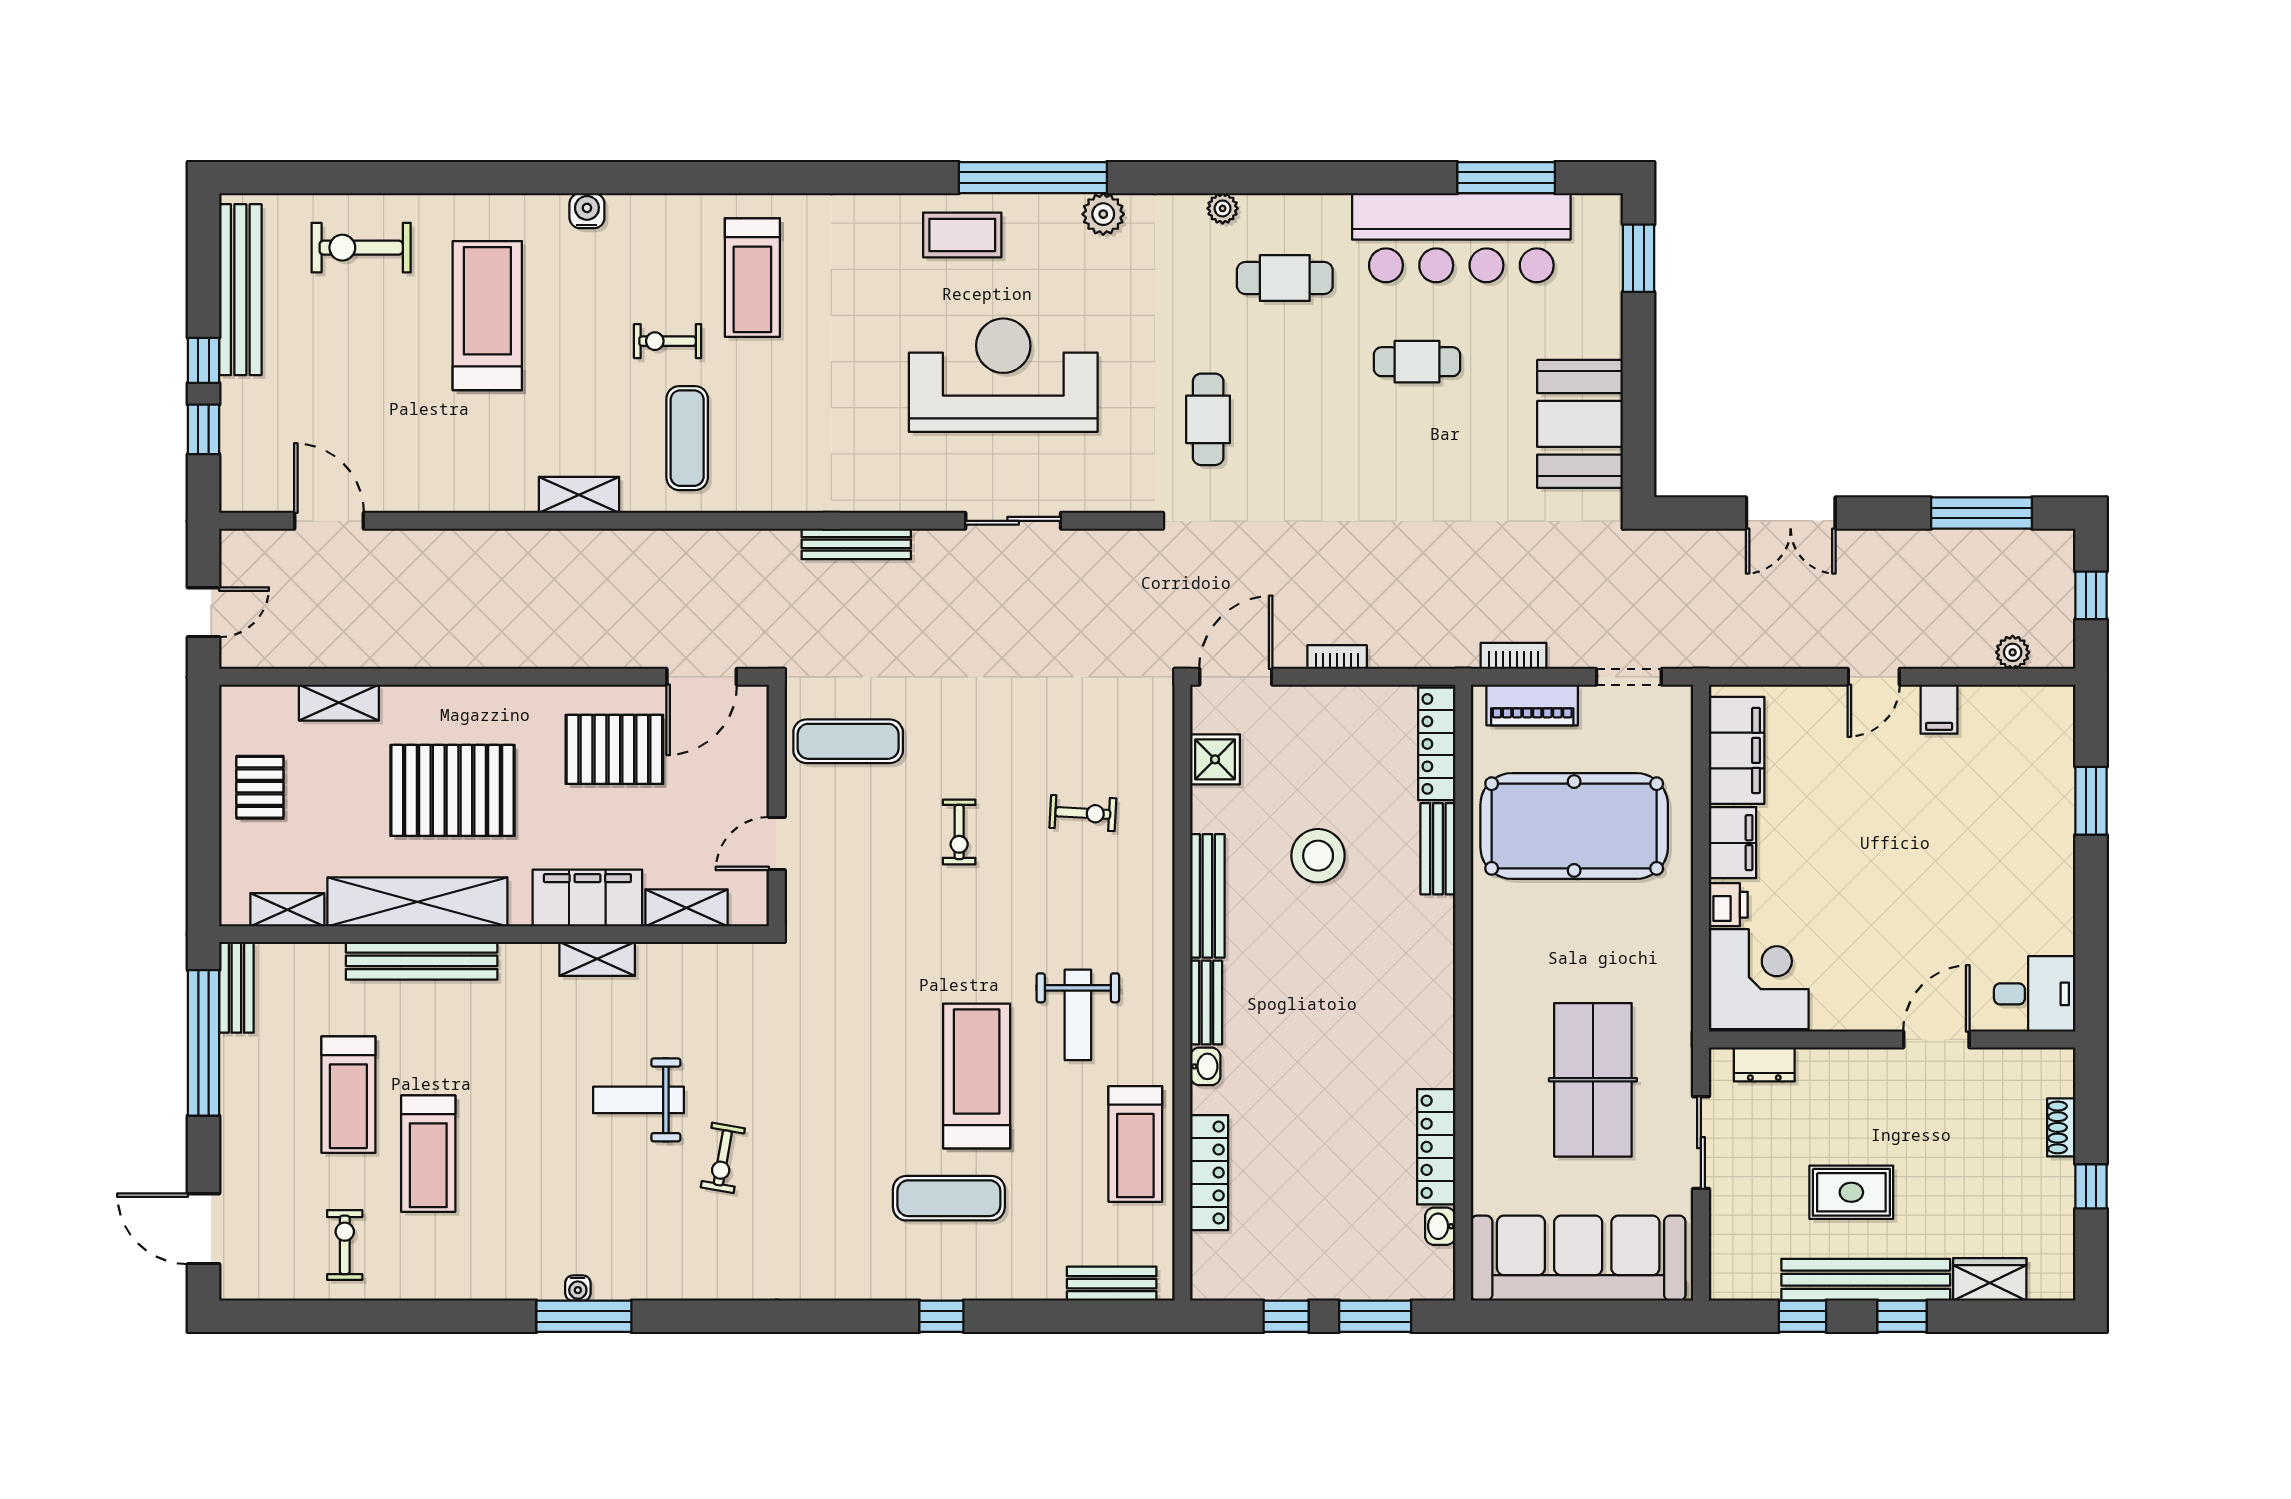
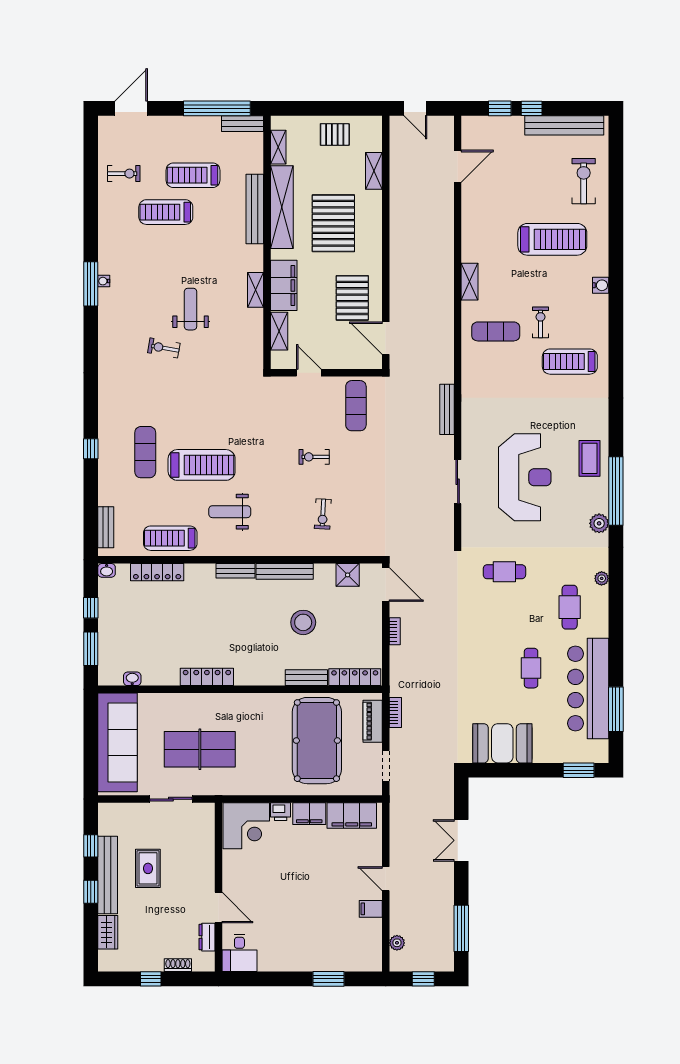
dresser: (1764, 1064) -> (207, 937), moved
washbasin: (1205, 1066) -> (107, 570), moved
locker: (1436, 1147) -> (207, 677), moved

